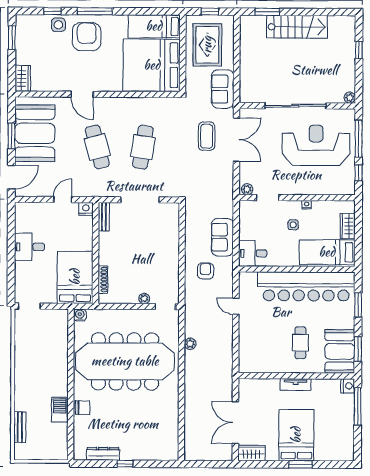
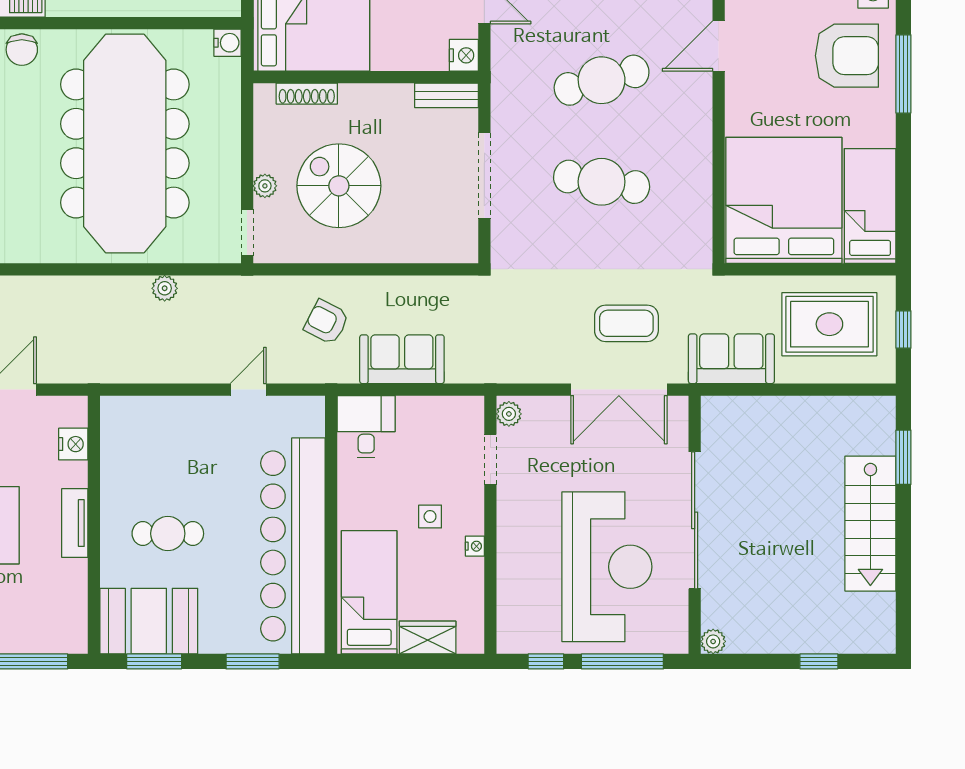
spiral stairs: (144, 265) -> (339, 186), added
armchair: (206, 271) -> (327, 322), turned -153
nightstand: (348, 386) -> (73, 444), moved, turned -90

